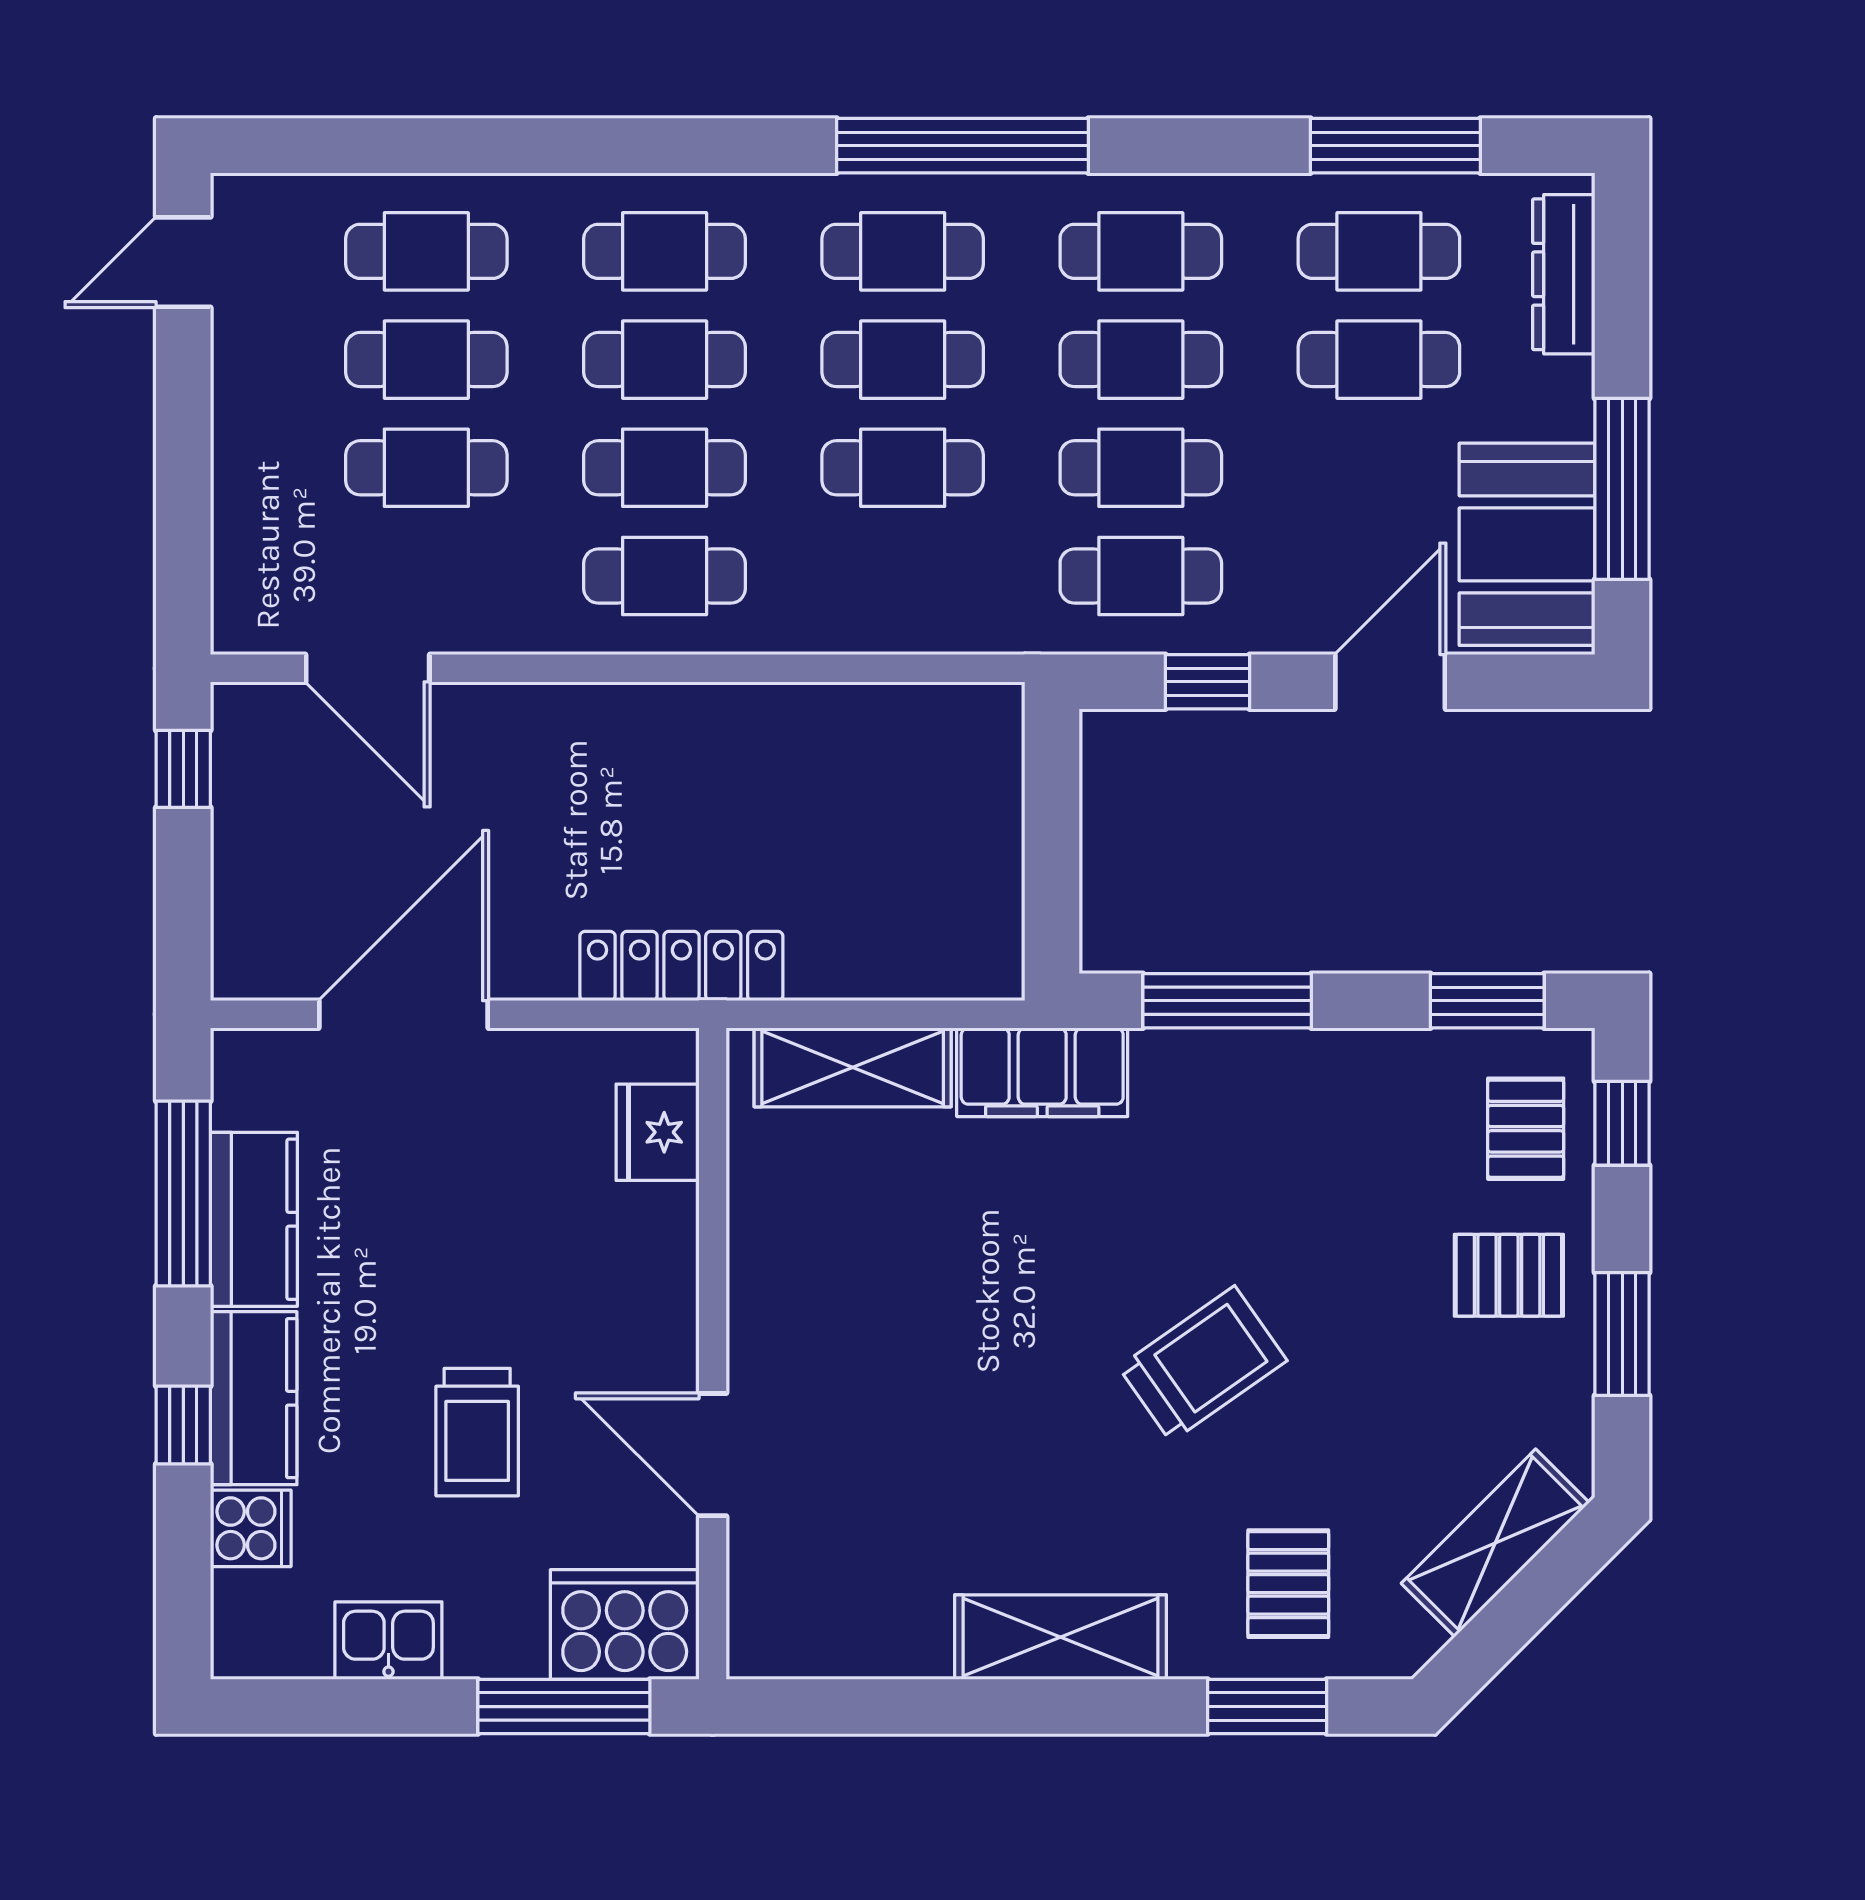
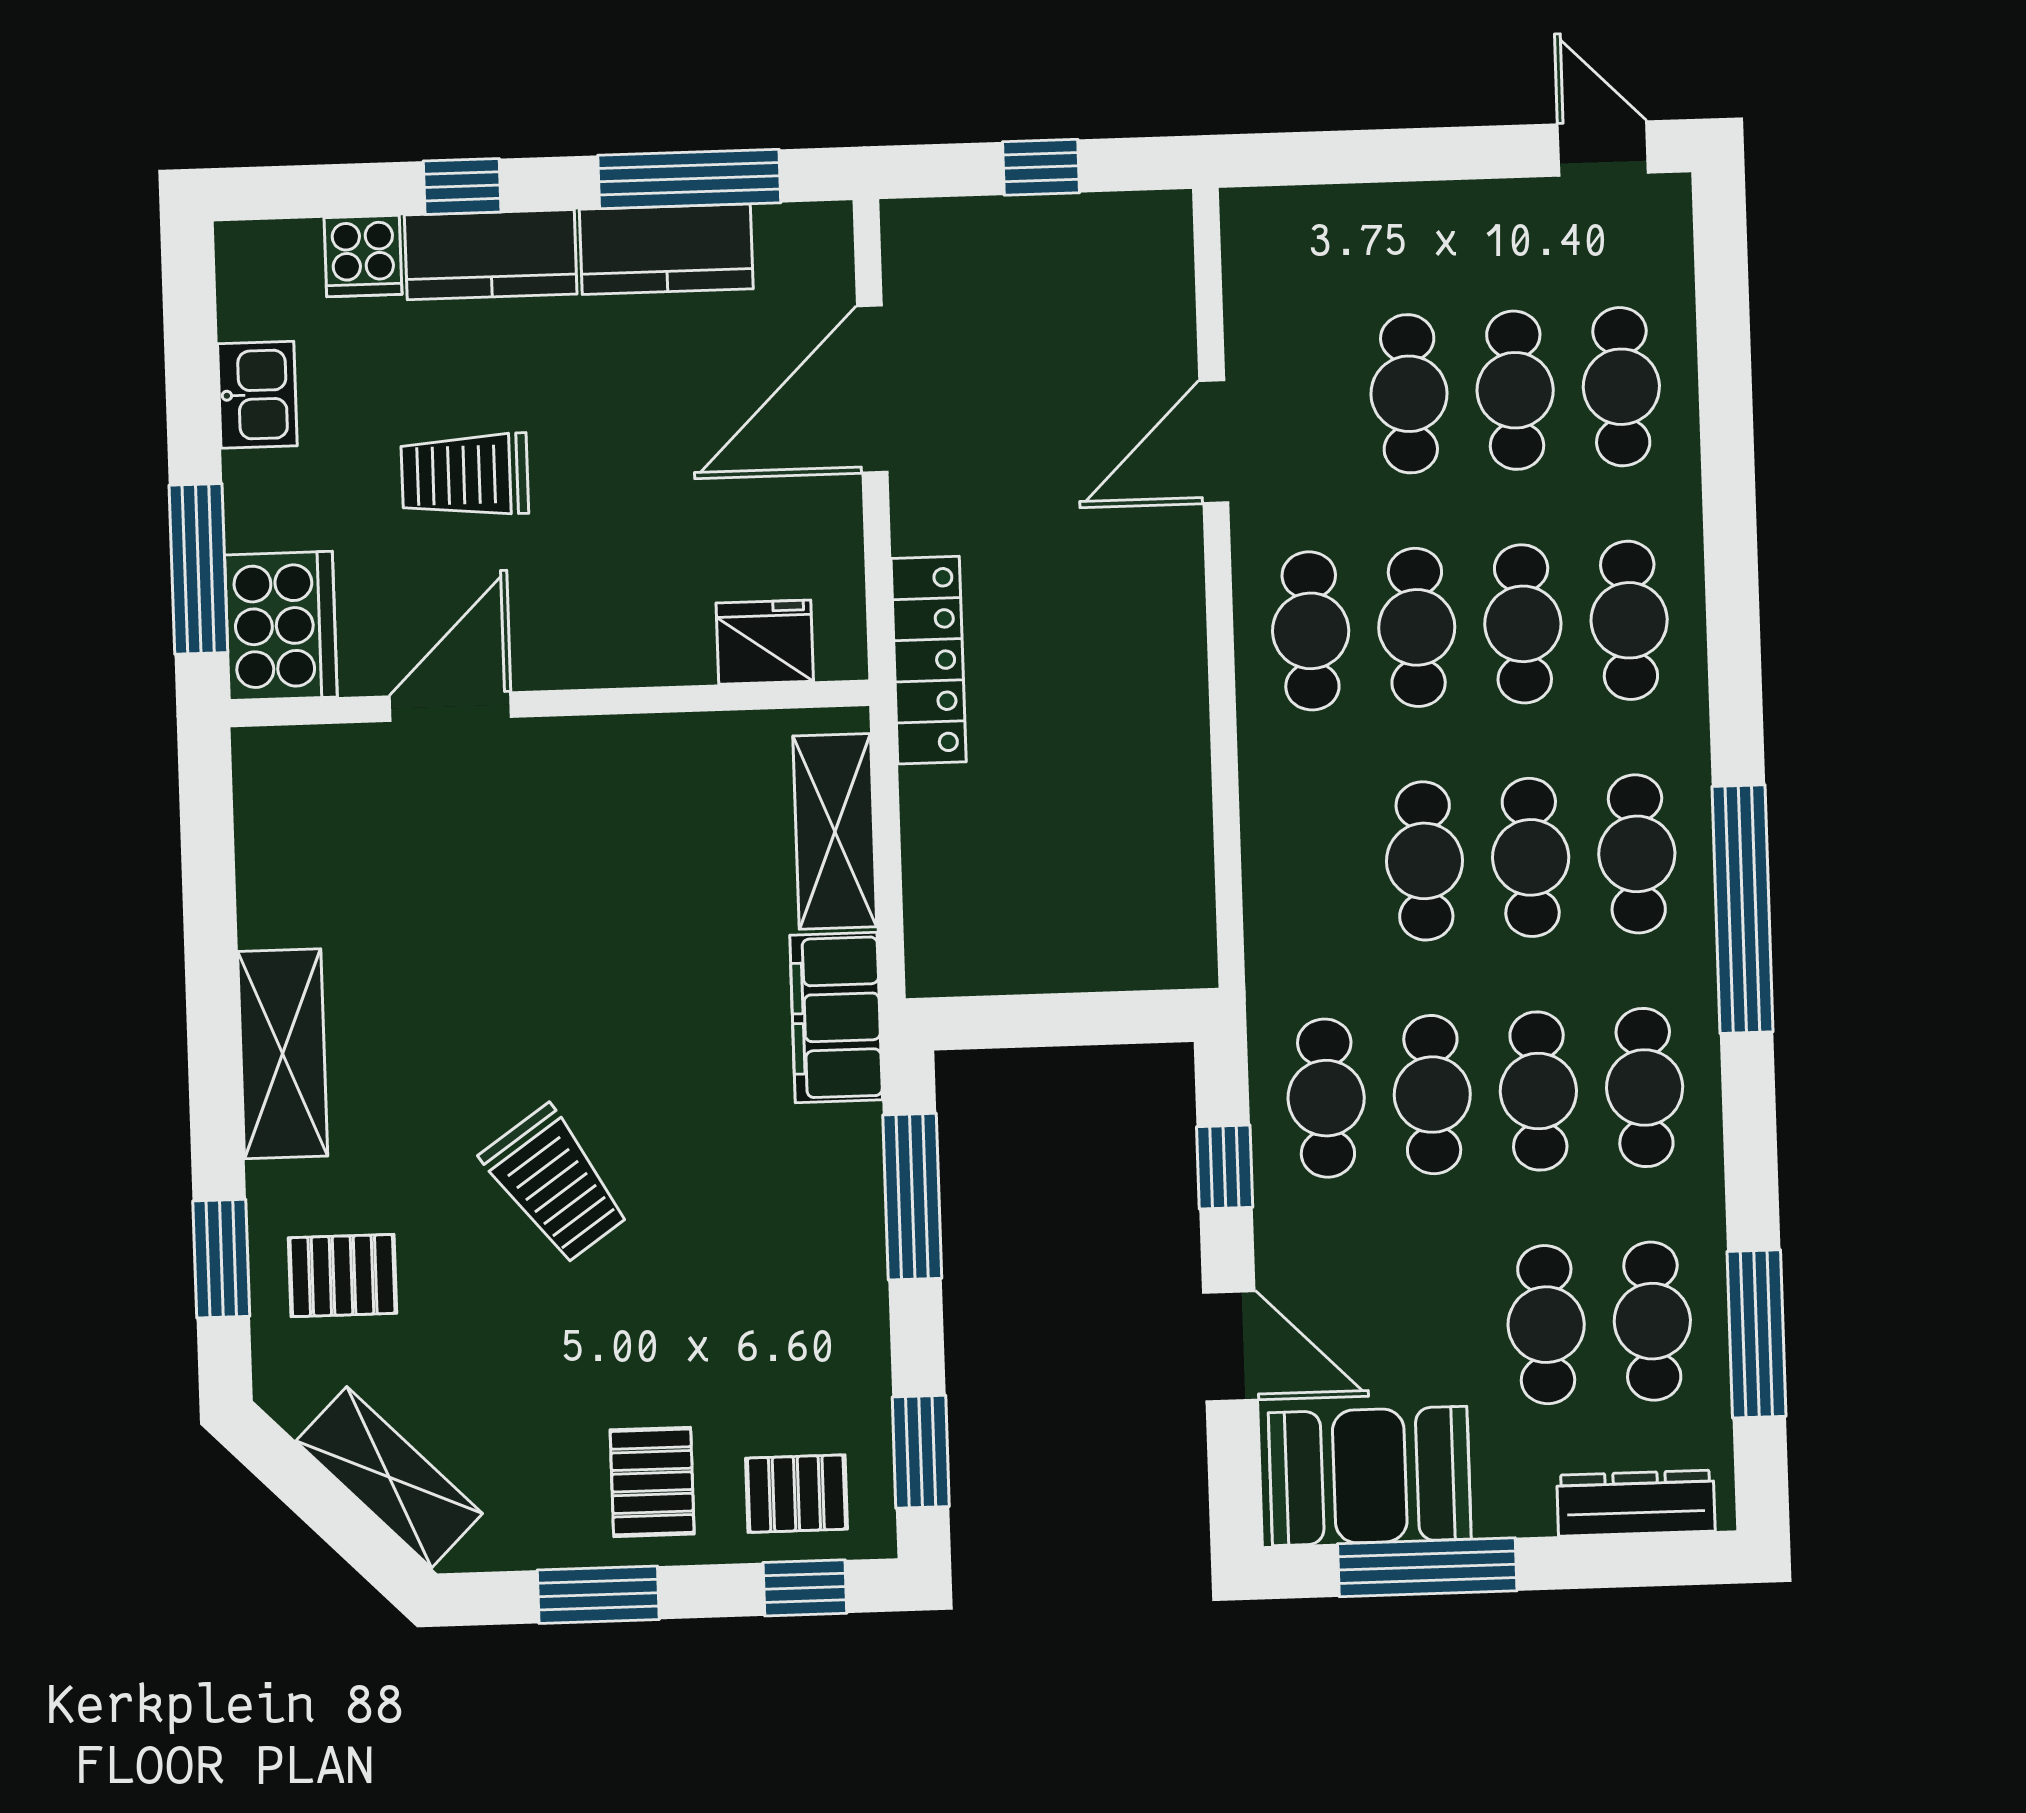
door: (368, 668) -> (1214, 442), moved
window: (183, 769) -> (1041, 167), moved
door: (403, 1014) -> (872, 389), swing flipped

